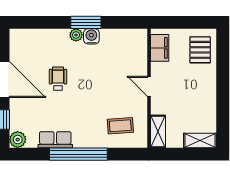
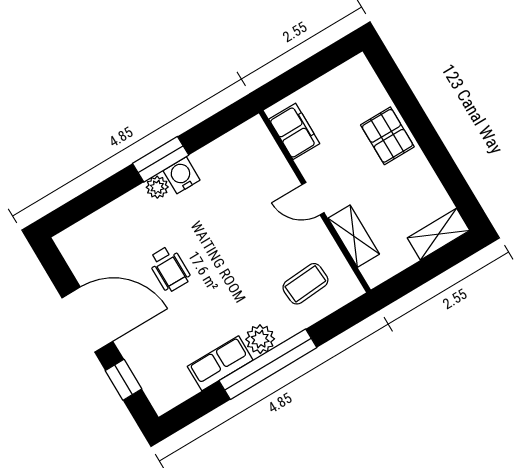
pallet: (200, 50) -> (387, 136), moved
wheelchair: (58, 79) -> (169, 269), turned 180
shelving: (158, 131) -> (354, 236), moved
plant: (18, 140) -> (260, 339), moved

